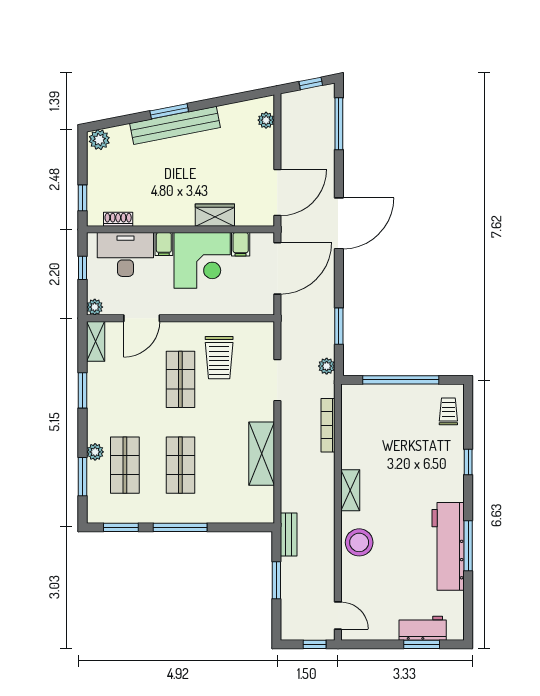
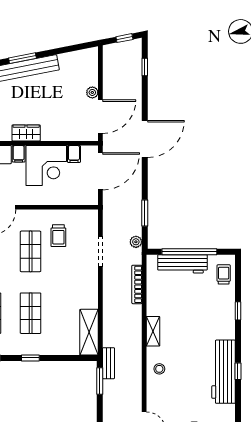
plant: (266, 120) -> (92, 92), moved
window: (339, 124) -> (145, 67), width x0.46
wardrobe: (215, 215) -> (26, 133), moved
trolley: (219, 358) -> (58, 236), width x0.73, depth x0.72
workbench: (391, 397) -> (182, 264), added
shelving: (262, 454) -> (89, 332), moved
window: (180, 527) -> (30, 358), width x0.46
stool: (359, 542) -> (159, 369), width x0.53, depth x0.53
window: (468, 546) -> (238, 371), width x0.46
window: (276, 580) -> (100, 381), moved

